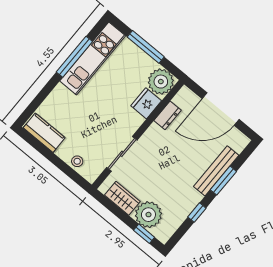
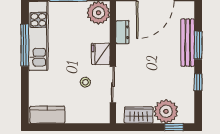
fridge: (146, 103) -> (101, 54), moved
stool: (77, 161) -> (85, 82), moved

